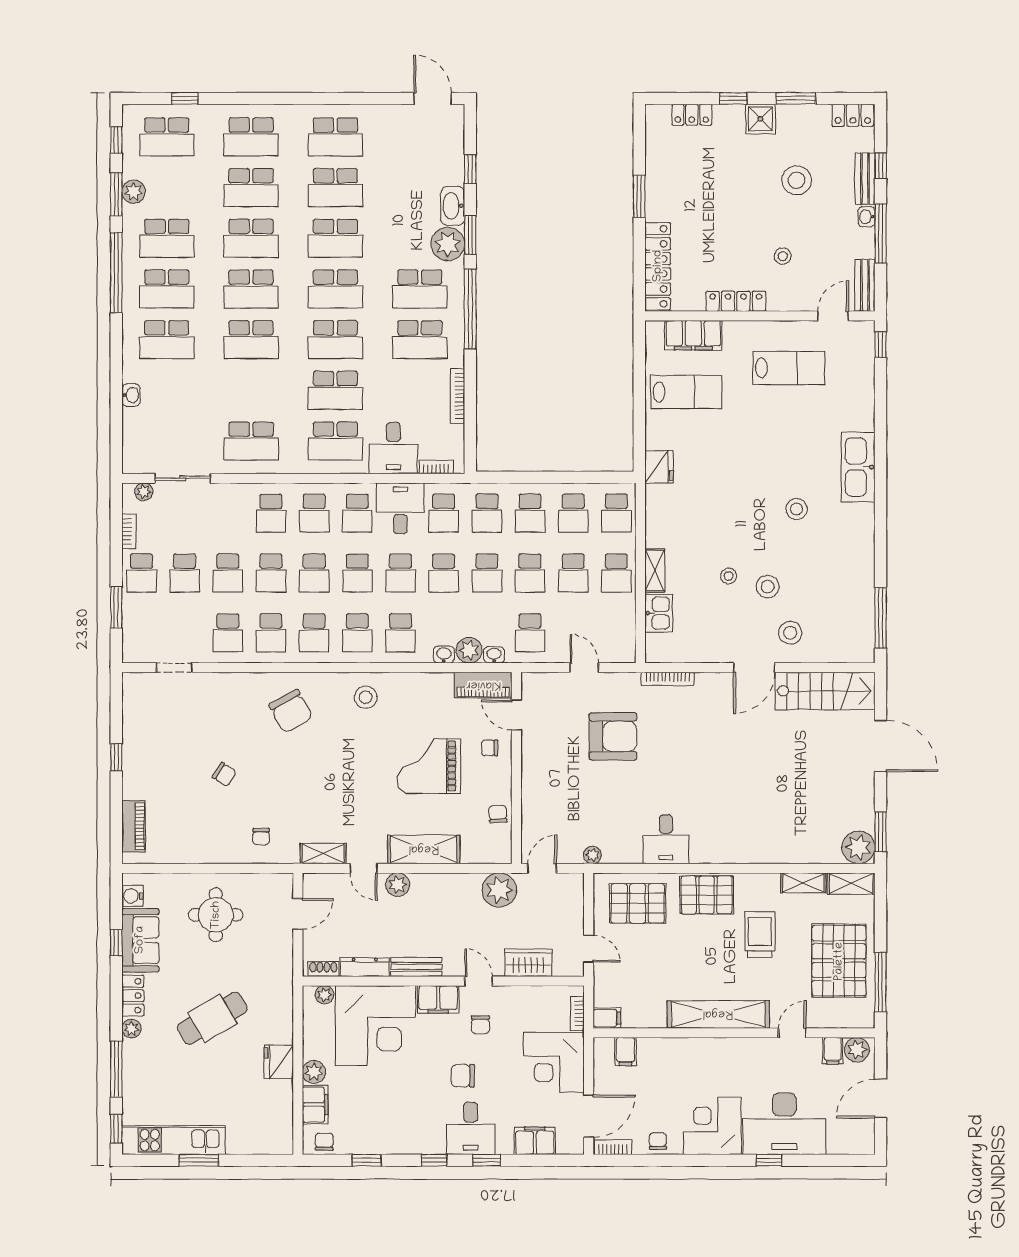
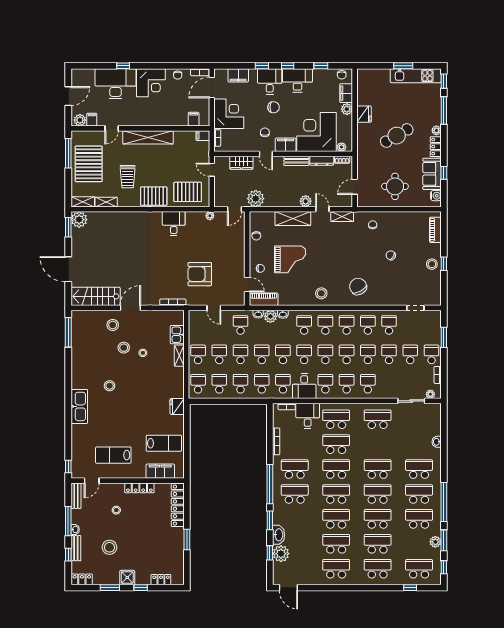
plant: (448, 244) -> (281, 554), moved
lab bench: (686, 392) -> (164, 443), turned 180
stool: (141, 757) -> (432, 264), added
desk: (414, 1131) -> (298, 80), added

